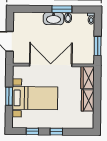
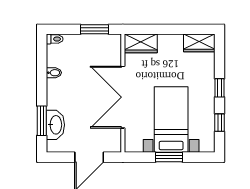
window: (62, 9) -> (42, 121), moved
washbasin: (54, 19) -> (55, 125), moved
wardrobe: (88, 100) -> (199, 43), moved

